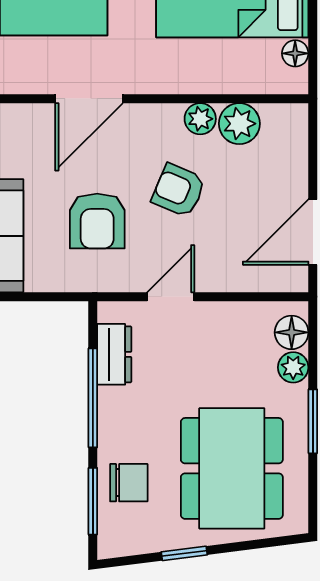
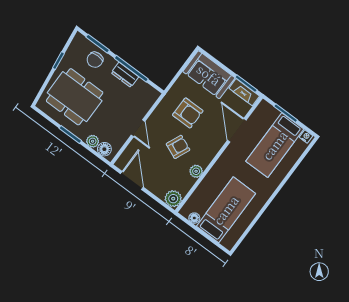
door: (89, 99) -> (237, 130), moved
plant: (239, 124) -> (173, 199), moved
armchair: (97, 221) -> (188, 113), turned 180
door: (171, 297) -> (138, 128), moved
dresser: (114, 354) -> (125, 75), moved

